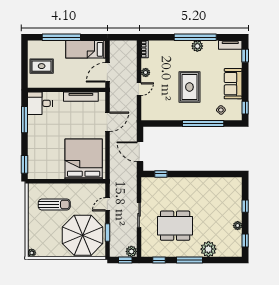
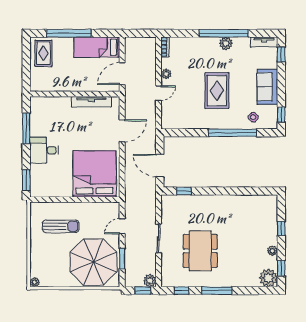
rug: (42, 66) -> (43, 53), moved, turned 90
desk: (40, 103) -> (44, 150), moved
dining table: (175, 226) -> (200, 251), turned 90
plant: (208, 249) -> (268, 278), moved

